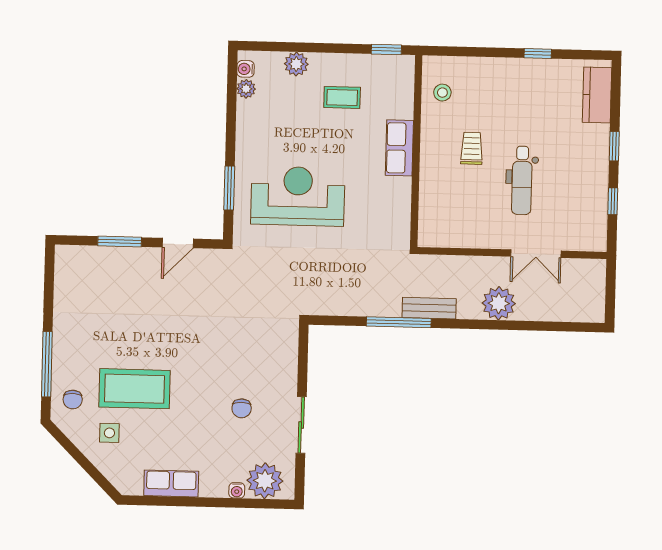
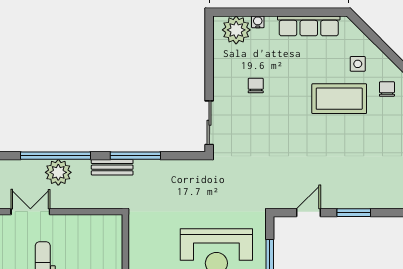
window: (502, 325) -> (55, 156), added
sliding door: (301, 425) -> (209, 123), moved
row of seats: (171, 483) -> (309, 26), width x1.48

